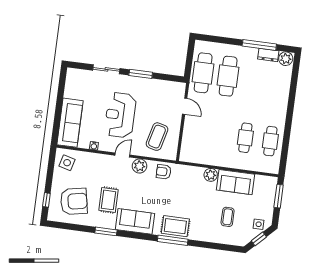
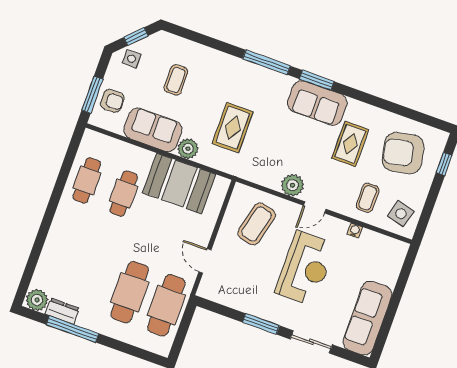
sofa: (70, 123) -> (367, 318), moved
booth: (211, 152) -> (179, 184), added
coffee table: (90, 168) -> (368, 198), added
armchair: (164, 172) -> (112, 101), moved
rug: (175, 226) -> (233, 128), moved, turned 90
window: (106, 231) -> (317, 80), moved

